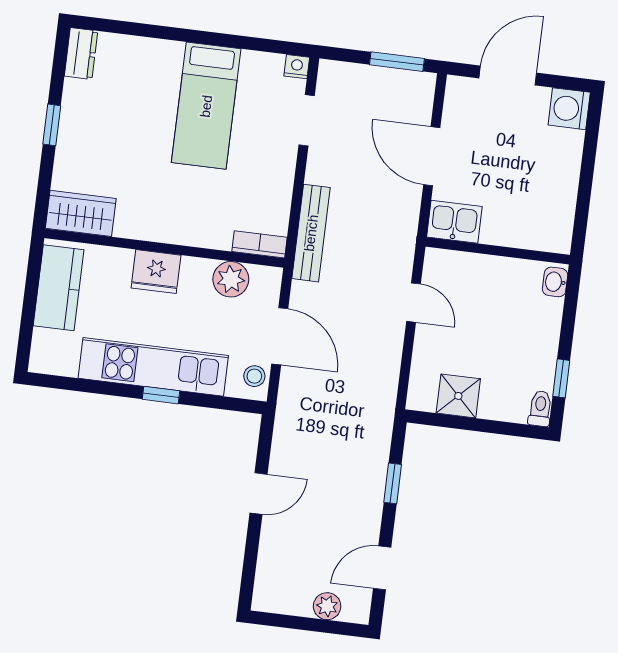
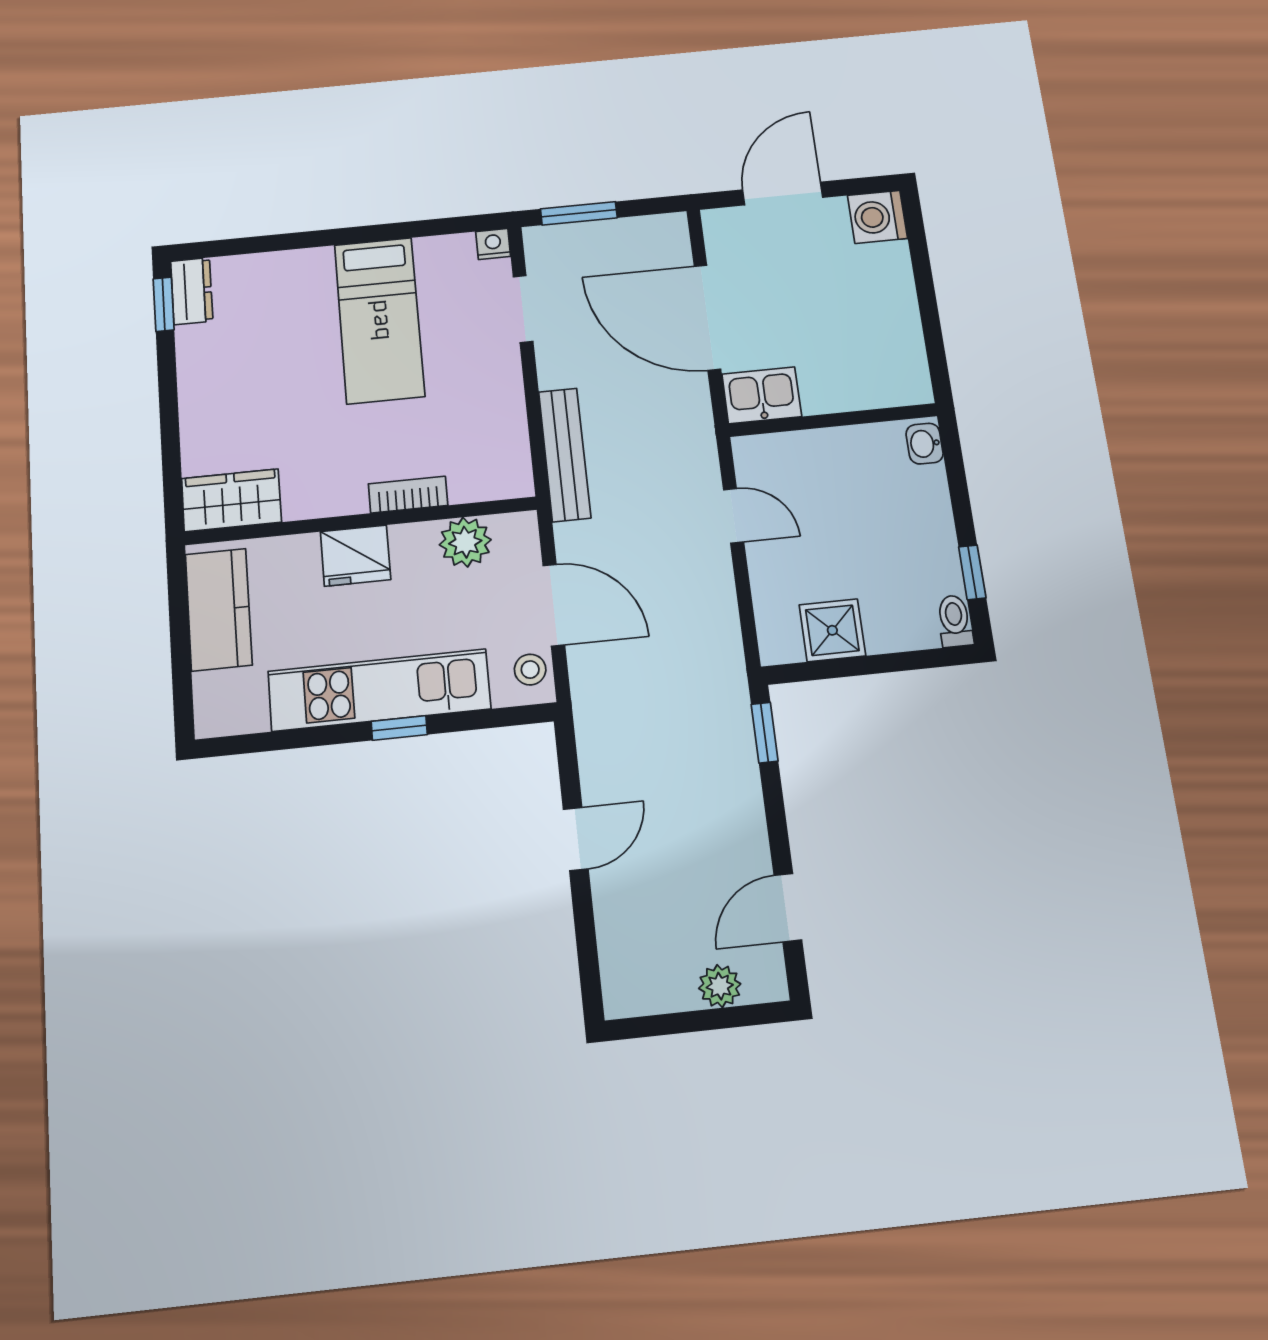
window: (397, 62) -> (579, 213), moved
window: (52, 125) -> (164, 304), moved
door: (432, 156) -> (707, 317), width x1.36
bookcase: (260, 244) -> (408, 495), moved
window: (393, 483) -> (765, 733), moved

